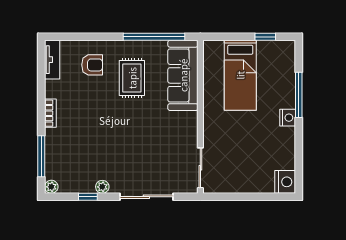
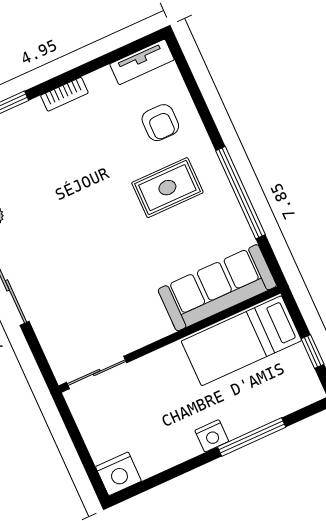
sofa: (183, 75) -> (217, 288), moved
wall: (200, 117) -> (169, 339), moved
sliding door: (200, 168) -> (97, 373), moved

